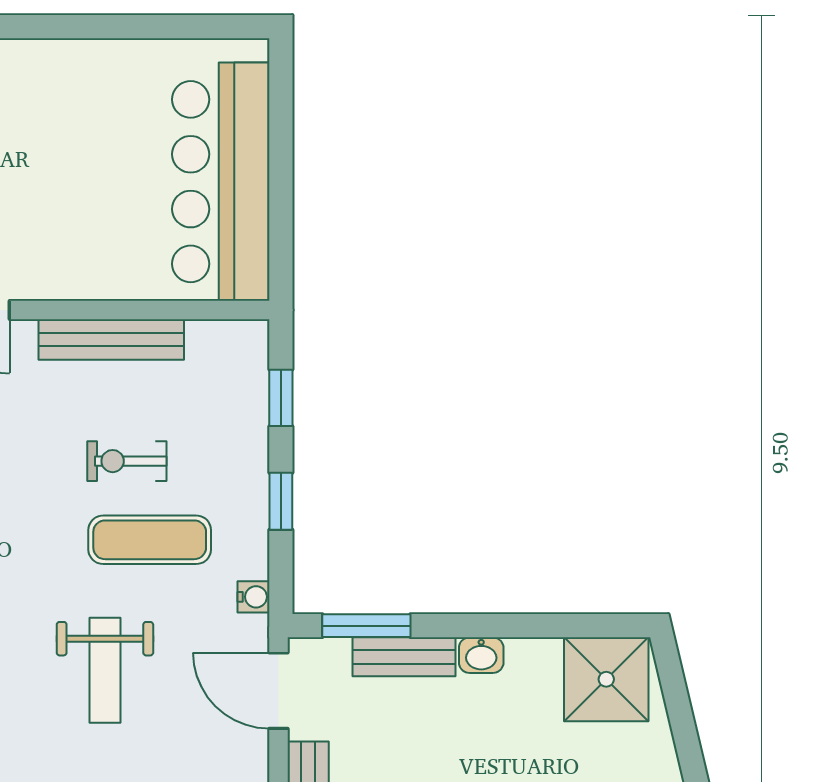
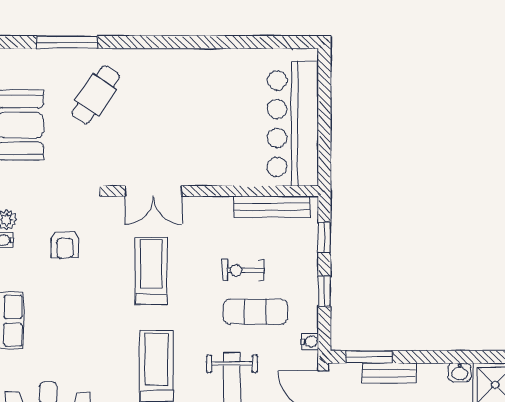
bench: (111, 340) -> (272, 207), moved
washbasin: (481, 655) -> (460, 372), moved

